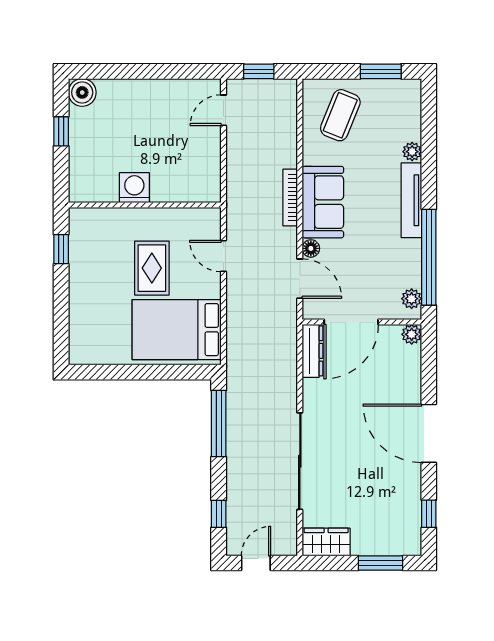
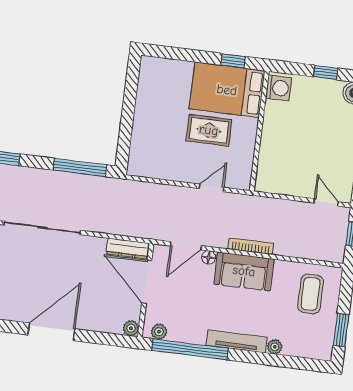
coffee table: (340, 115) -> (311, 294), turned 68
washing machine: (134, 188) -> (279, 88), moved
bed: (177, 330) -> (227, 90), moved, turned -90

